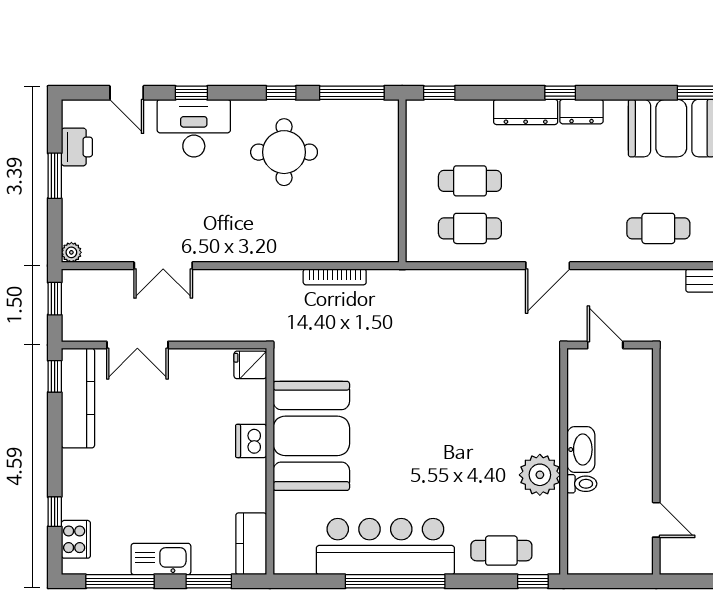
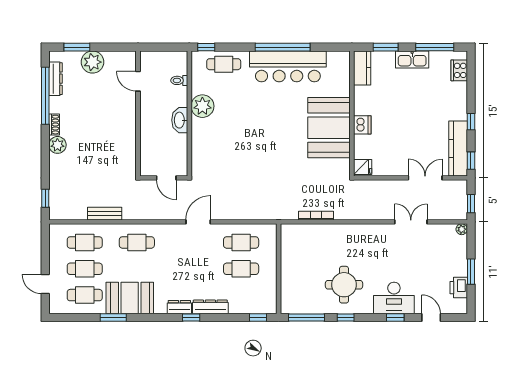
toilet: (582, 484) -> (179, 80), moved
window: (55, 512) -> (471, 122), moved

